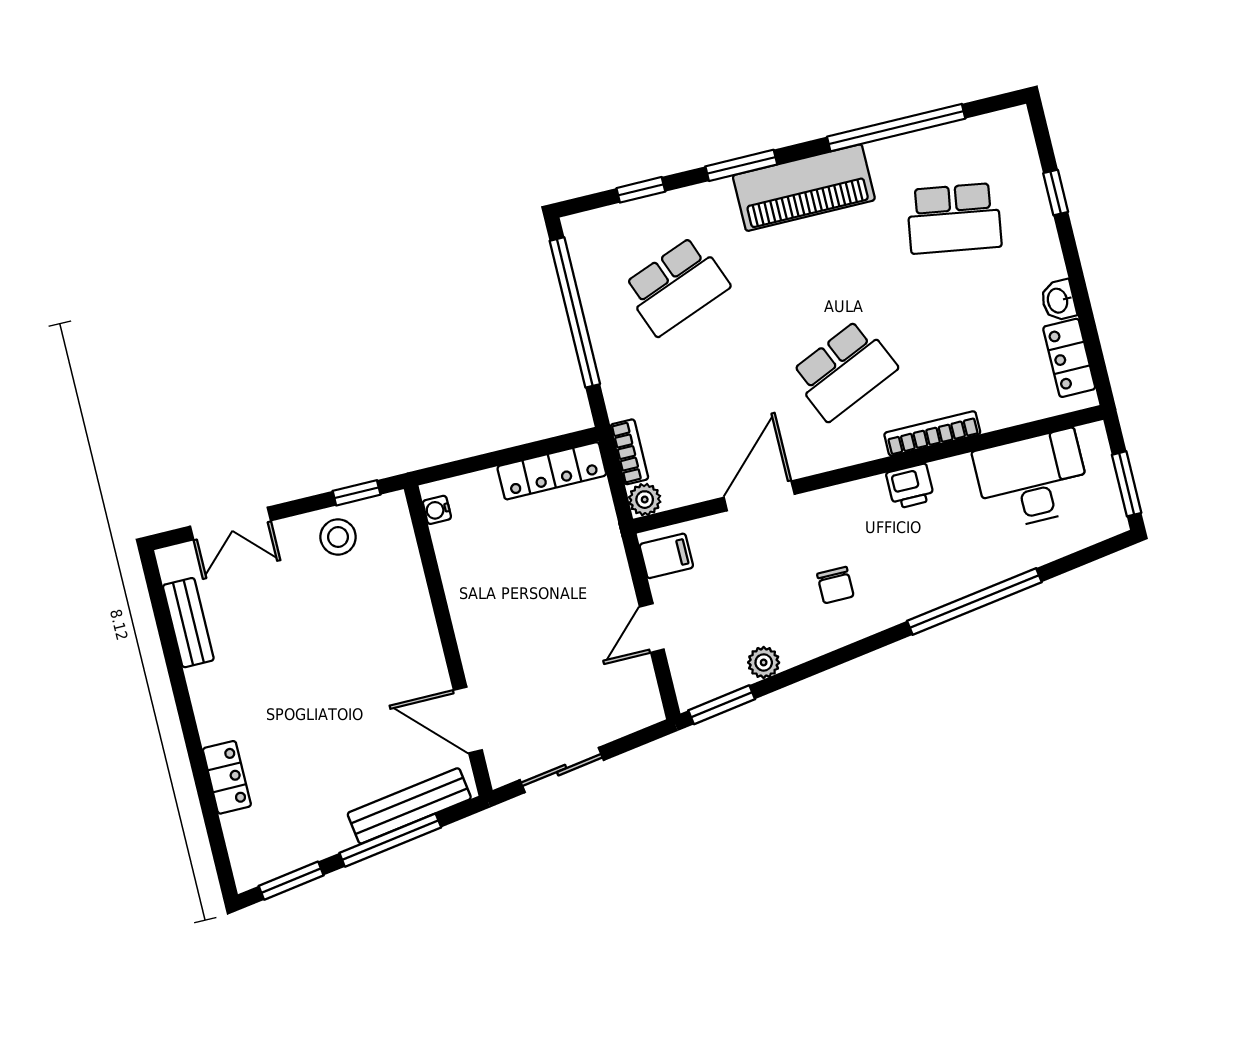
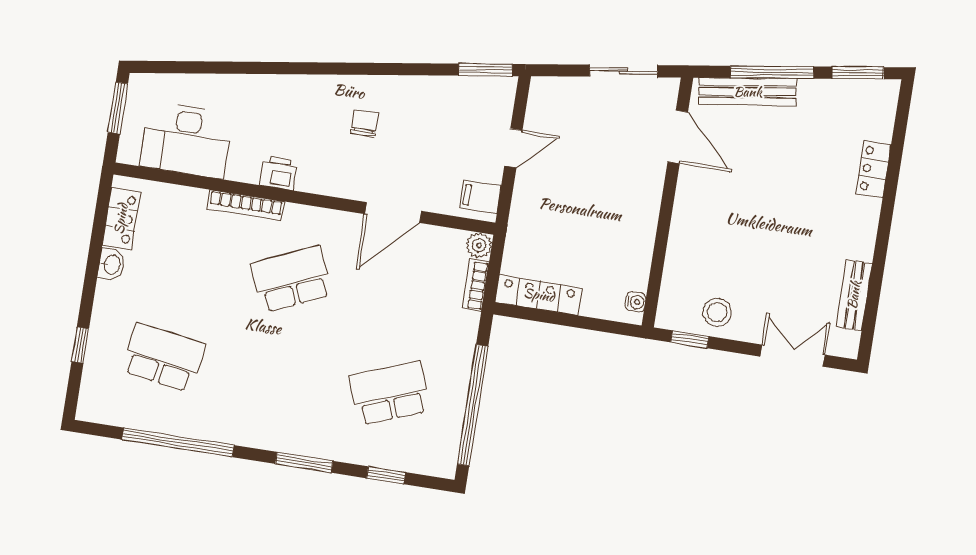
piano: (804, 188) -> (265, 427), removed
window: (974, 602) -> (267, 68), removed
plant: (764, 662) -> (441, 88), removed

